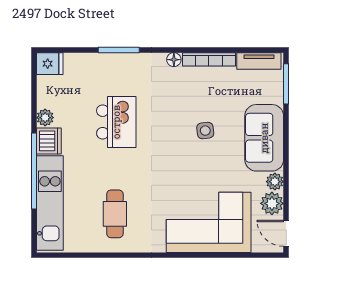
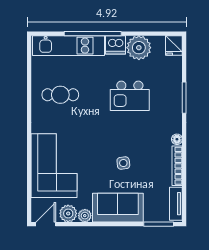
plant: (45, 118) -> (139, 48), width x1.88, depth x1.88

